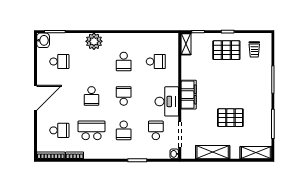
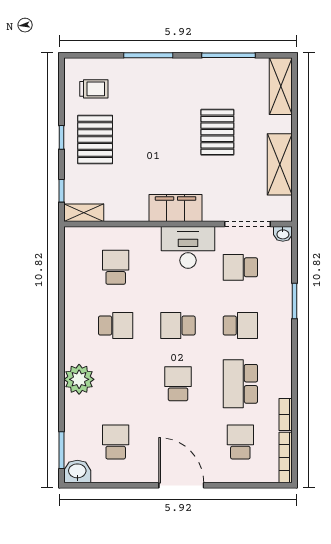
school desk: (92, 96) -> (178, 384), turned -90

